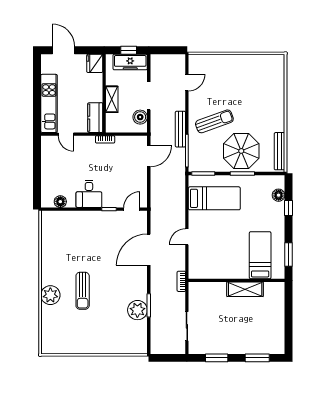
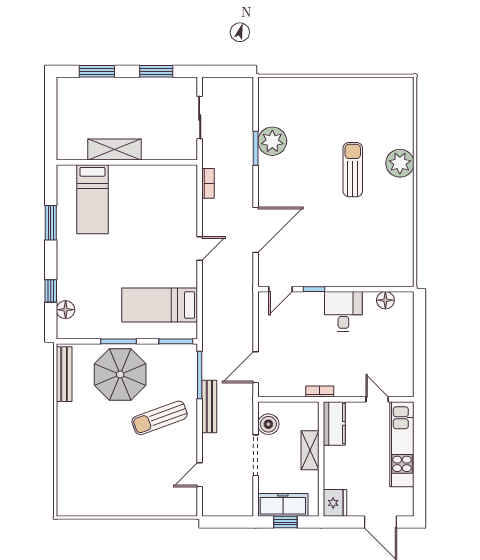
bed: (260, 255) -> (92, 199), moved
wall: (237, 280) -> (127, 162), moved
shelving: (245, 289) -> (115, 149), moved

